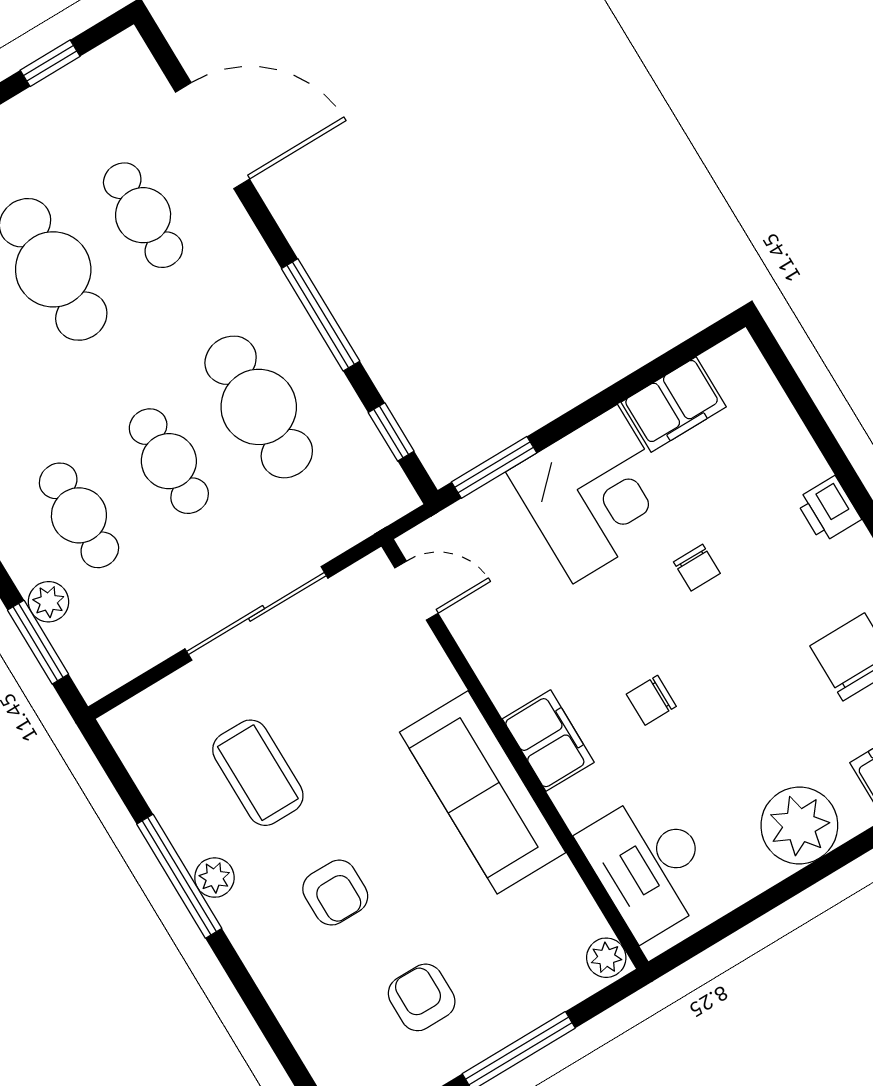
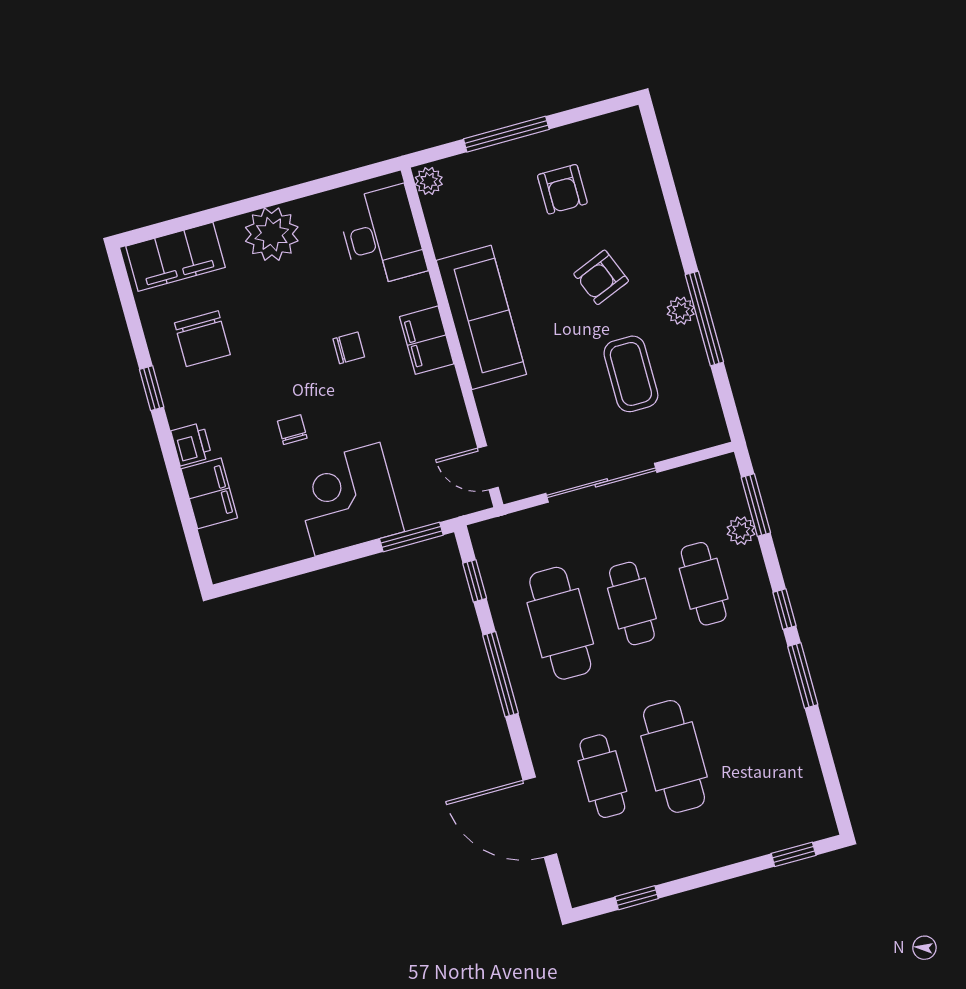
filing cabinet: (674, 405) -> (209, 493), moved, turned 90
armchair: (335, 893) -> (601, 277), turned -112

